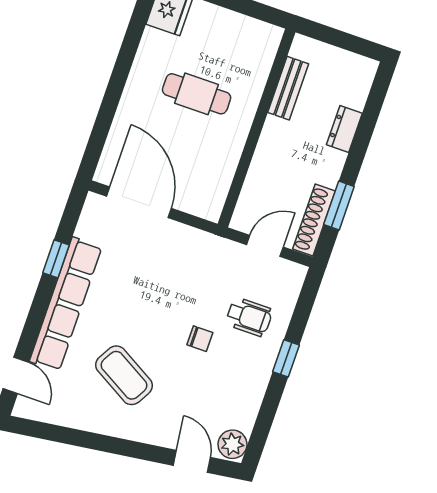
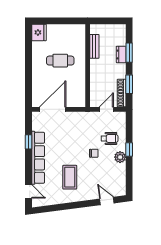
window: (365, 131) -> (129, 53), added
door: (139, 202) -> (53, 109), hinge flipped
coffee table: (124, 375) -> (70, 177), turned 60
plant: (232, 444) -> (120, 157), moved

